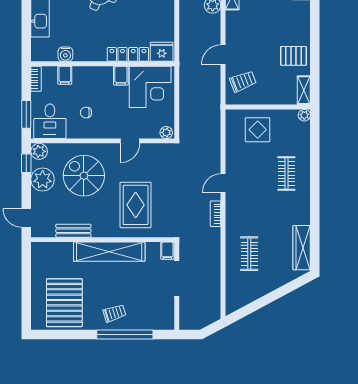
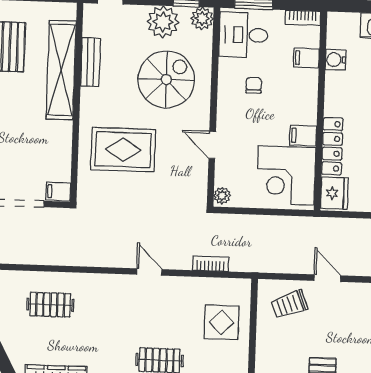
trolley: (243, 81) -> (289, 304), turned 90
bookcase: (216, 214) -> (211, 264), moved
shelving: (109, 252) -> (61, 70), moved

